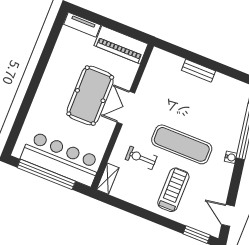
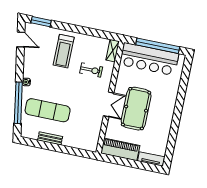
bench: (198, 71) -> (50, 138), moved
exercise mat: (182, 144) -> (48, 110), moved

